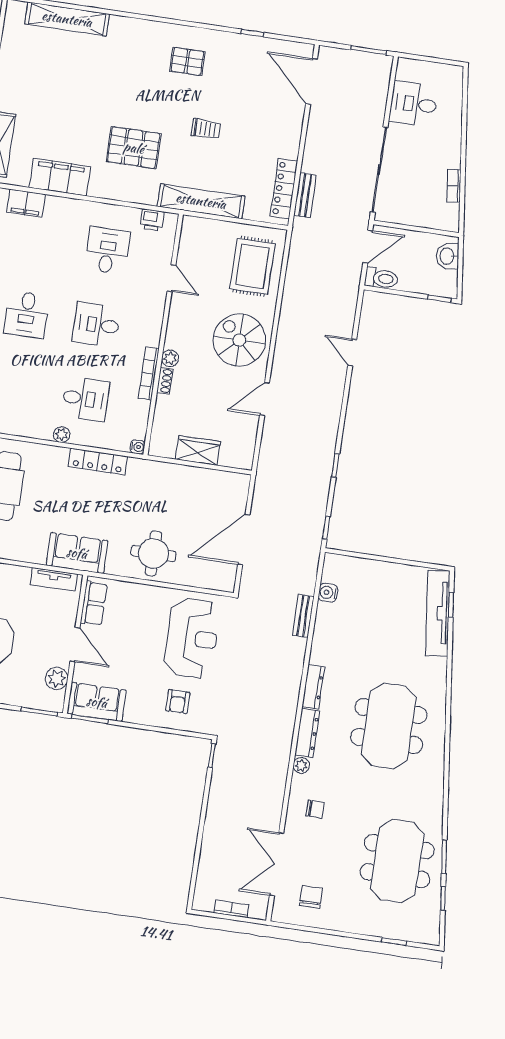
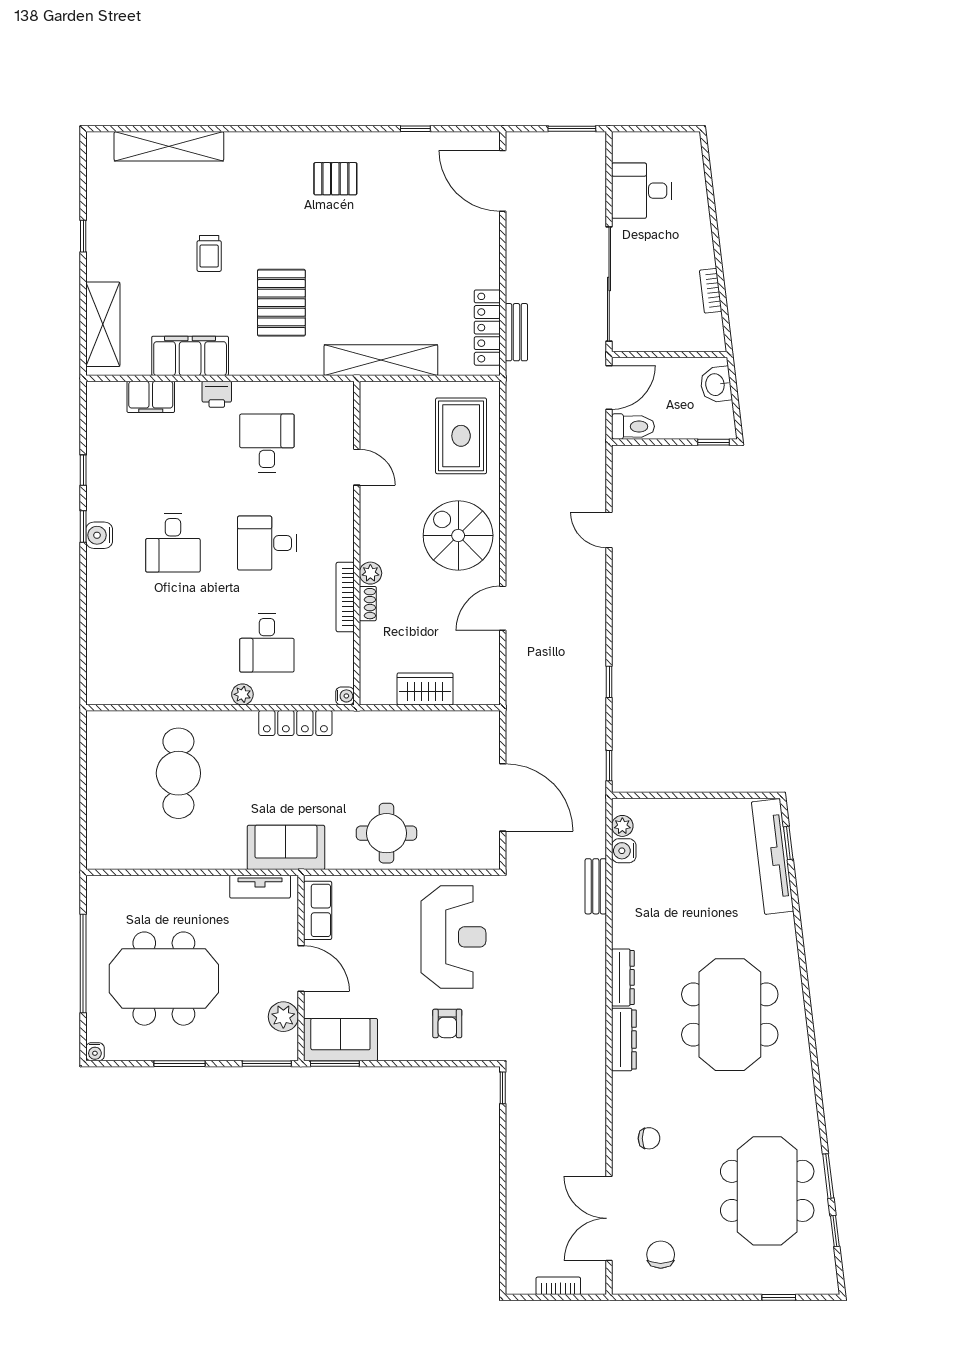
trolley: (206, 129) -> (209, 254), moved, turned 90
pallet: (134, 148) -> (281, 303), turned 90
printer: (152, 220) -> (217, 394), moved
desk: (85, 399) -> (267, 643), turned 90
door: (244, 540) -> (503, 797), swing flipped
plant: (301, 766) -> (622, 826), moved

